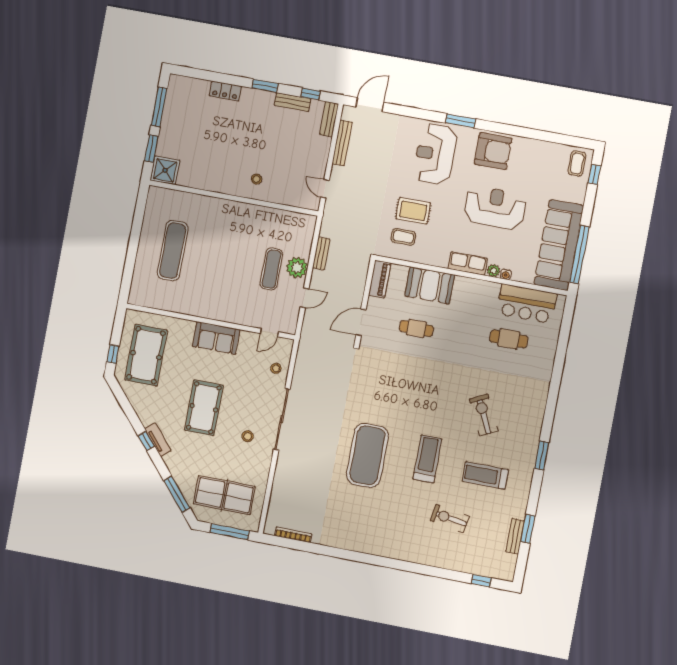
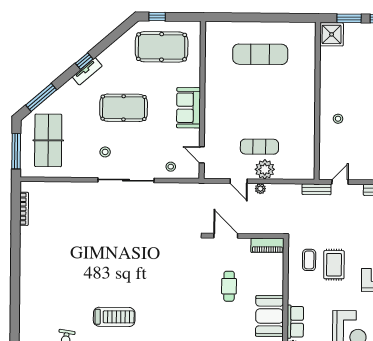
bench: (321, 253) -> (317, 189), moved
plant: (317, 276) -> (260, 189), added
booth: (430, 285) -> (270, 316), moved
exercise mat: (367, 455) -> (108, 263), removed

